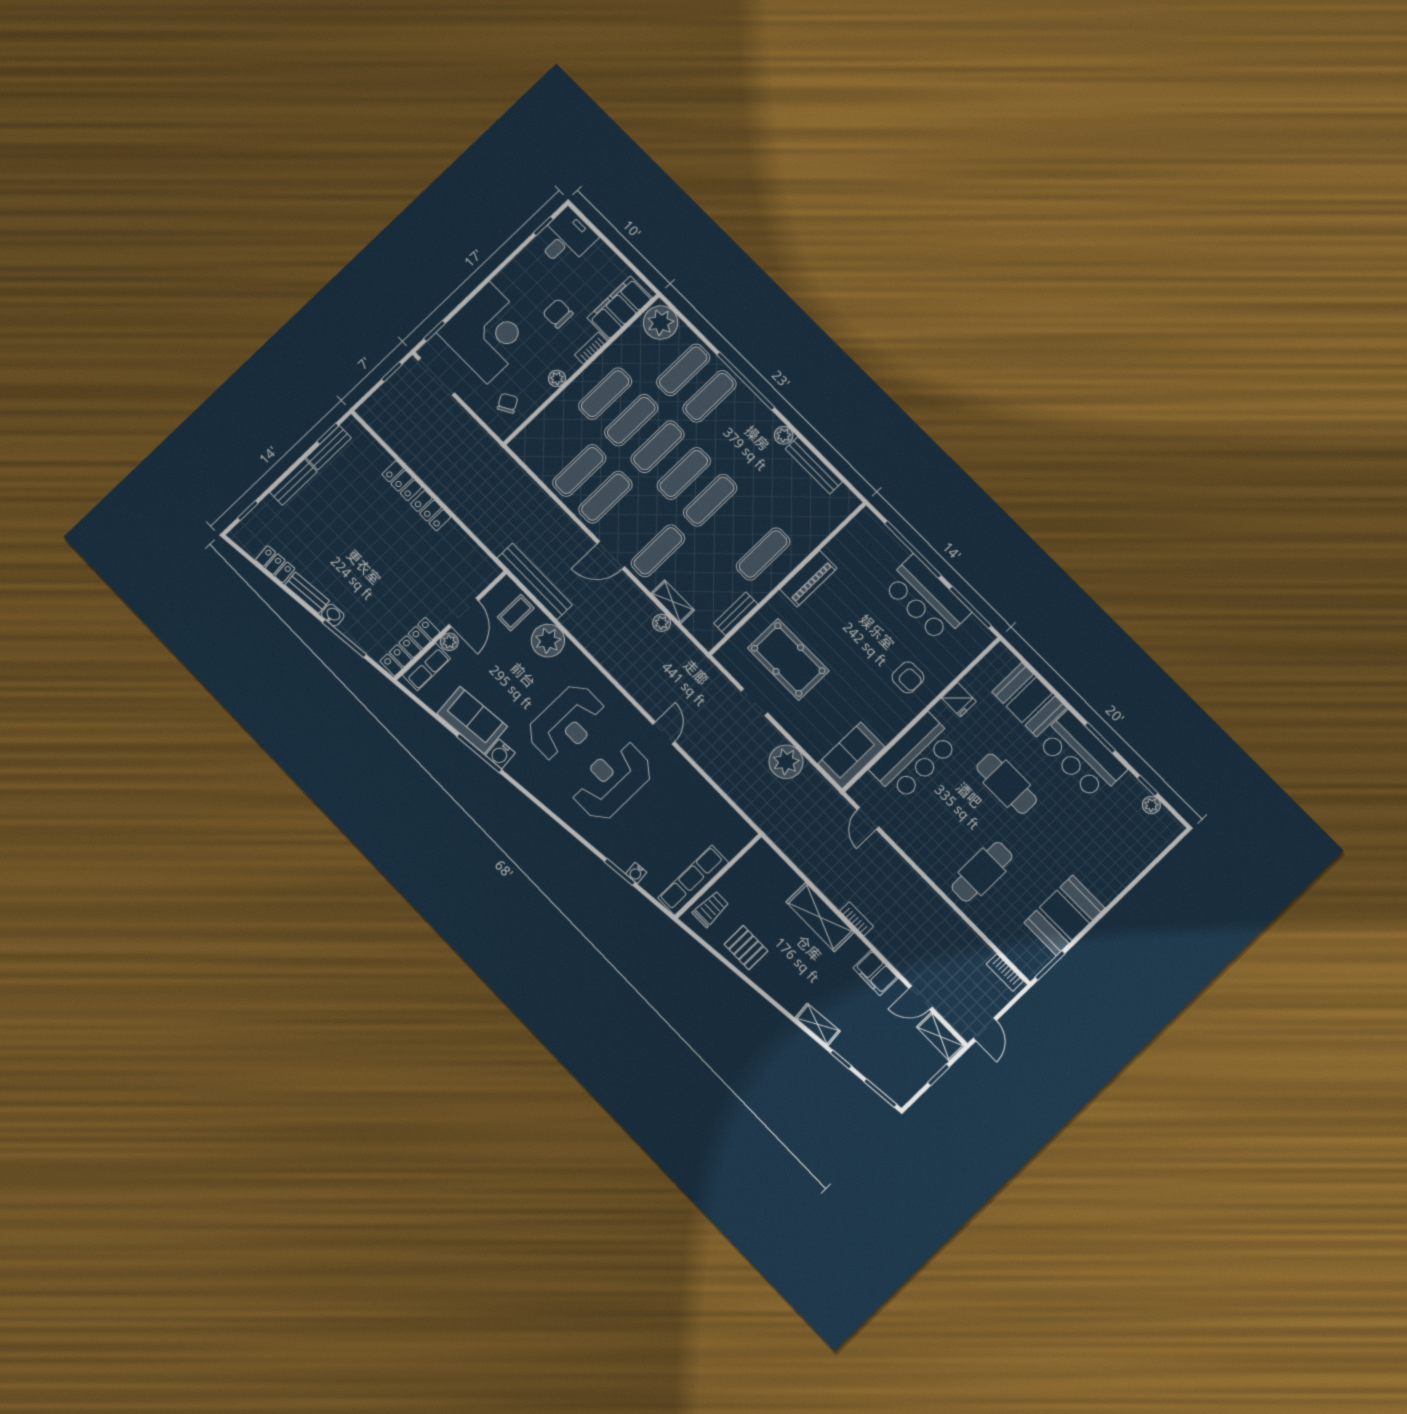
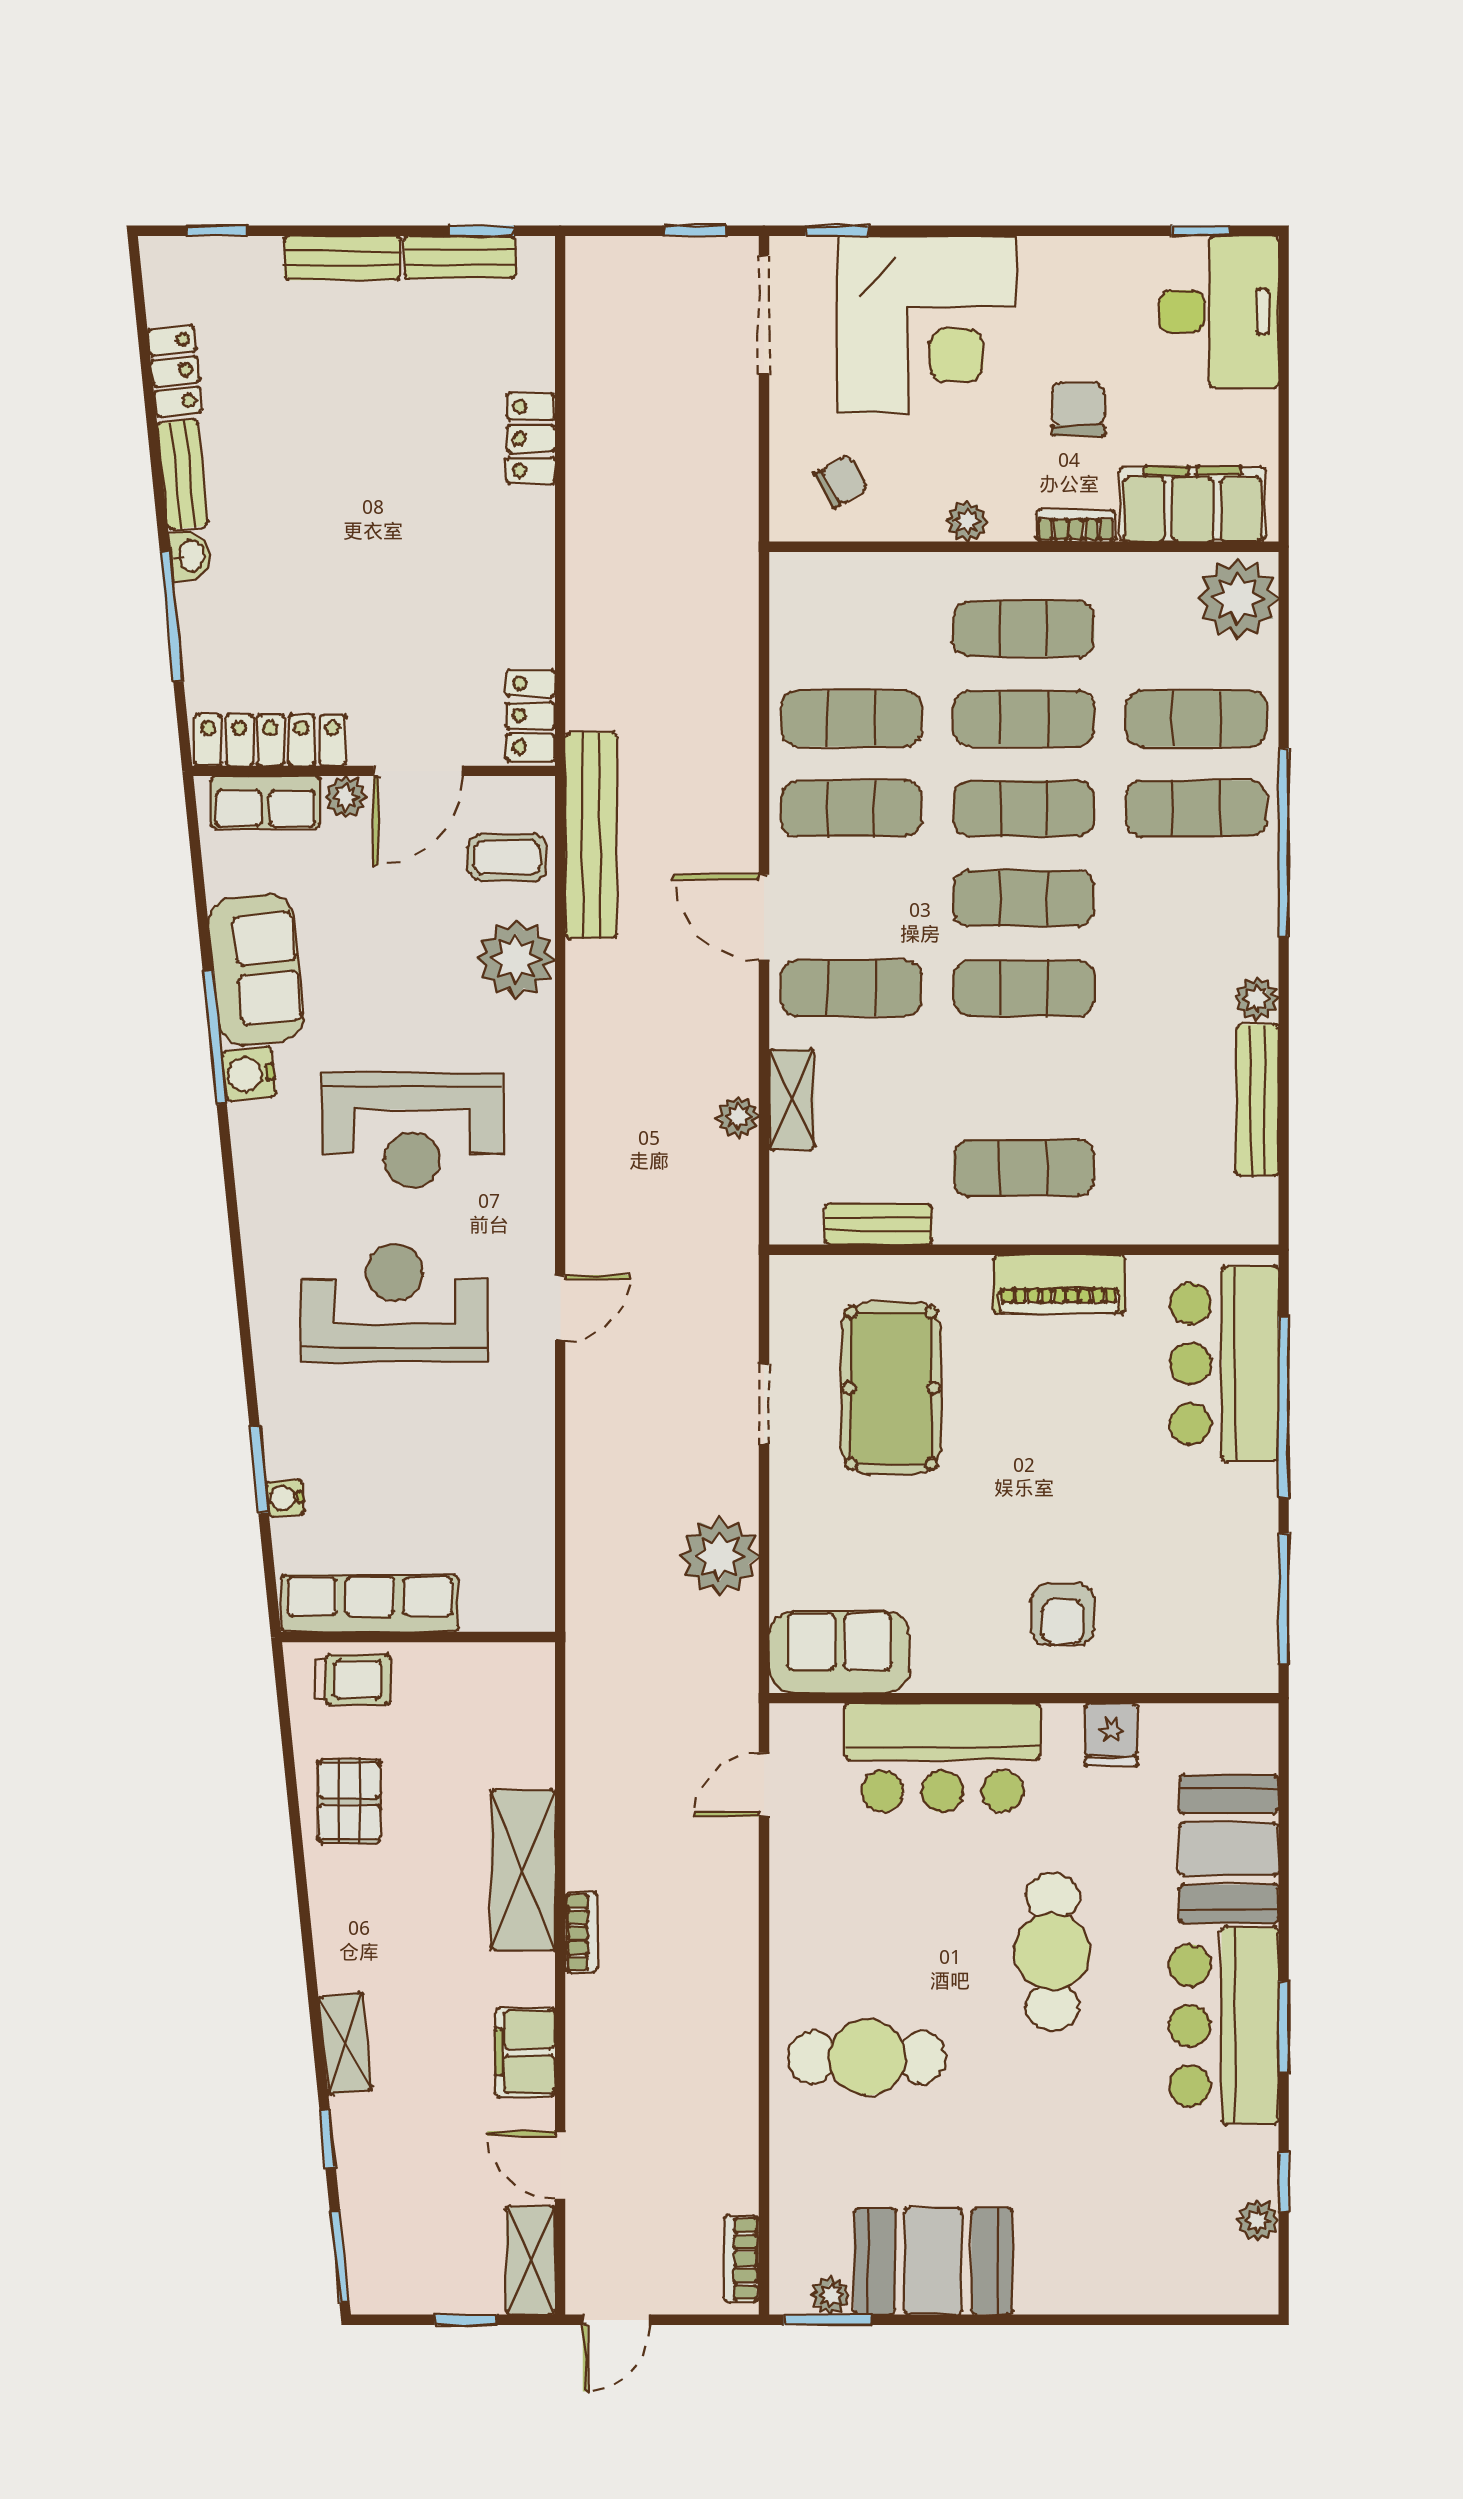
desk: (566, 238) -> (1219, 312), width x1.37
locker: (431, 511) -> (531, 715), moved
bar counter: (926, 599) -> (1224, 1364), moved
plant: (1043, 957) -> (831, 2295), added

